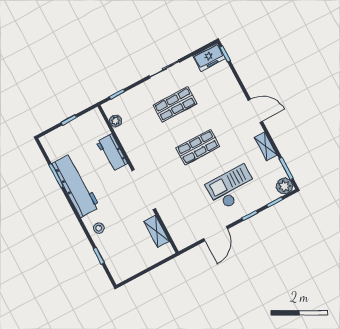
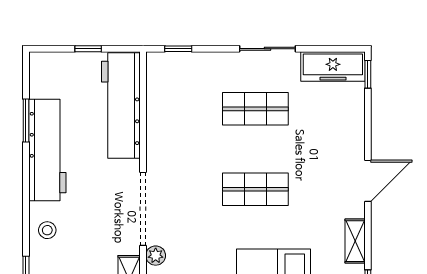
freezer: (209, 57) -> (333, 66), width x1.40
door: (255, 111) -> (368, 181), hinge flipped
plant: (116, 121) -> (156, 256), moved
workbench: (112, 153) -> (121, 105), width x1.88, depth x1.32

